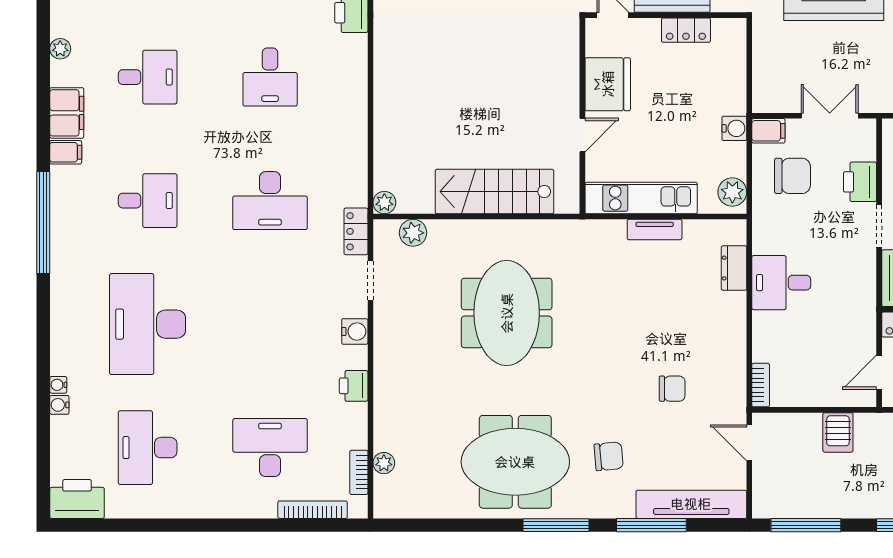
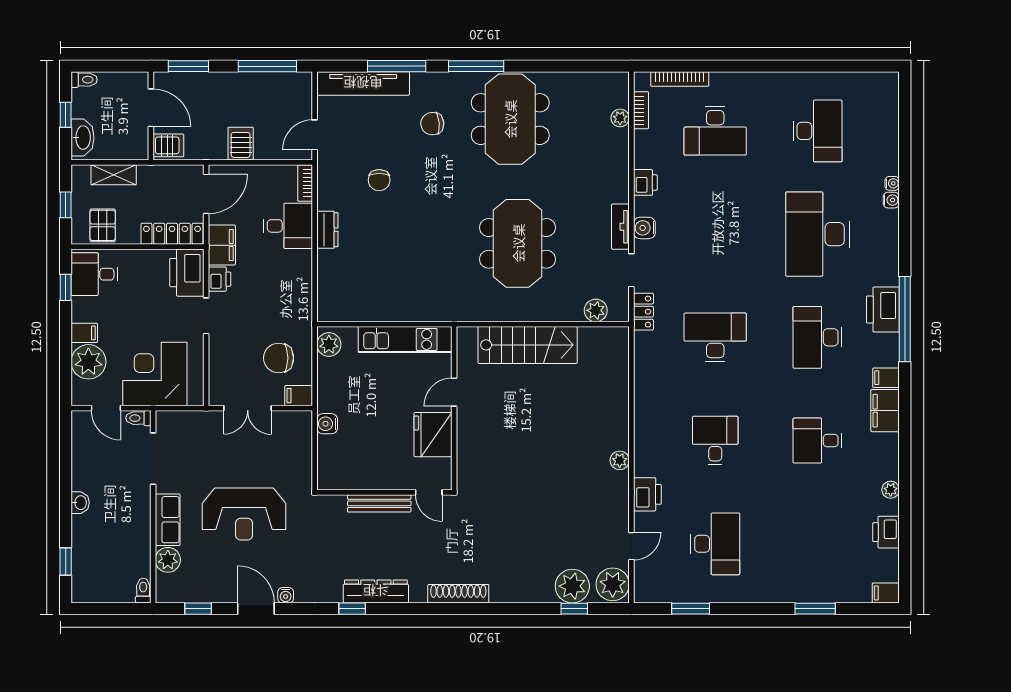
locker: (686, 30) -> (368, 480), removed
plant: (60, 49) -> (891, 490), moved
water cooler: (734, 128) -> (327, 424), moved
printer: (860, 182) -> (219, 279), moved, width x0.73, depth x0.81
desk: (148, 201) -> (818, 337), width x1.37
plant: (384, 203) -> (620, 460), moved
tv unit: (655, 230) -> (620, 227), moved, turned -90
dresser: (734, 268) -> (327, 230), moved
desk: (781, 283) -> (288, 226), moved
filing cabinet: (860, 311) -> (222, 245), added
desk: (148, 324) -> (818, 234), turned 180
door: (879, 372) -> (206, 194), width x1.38
chair: (672, 389) -> (379, 180), turned -90
water cooler: (59, 405) -> (891, 200), moved
door: (749, 443) -> (315, 135), swing flipped
meeting table: (515, 462) -> (510, 119), turned 90
printer: (77, 499) -> (883, 310), moved, turned 90

